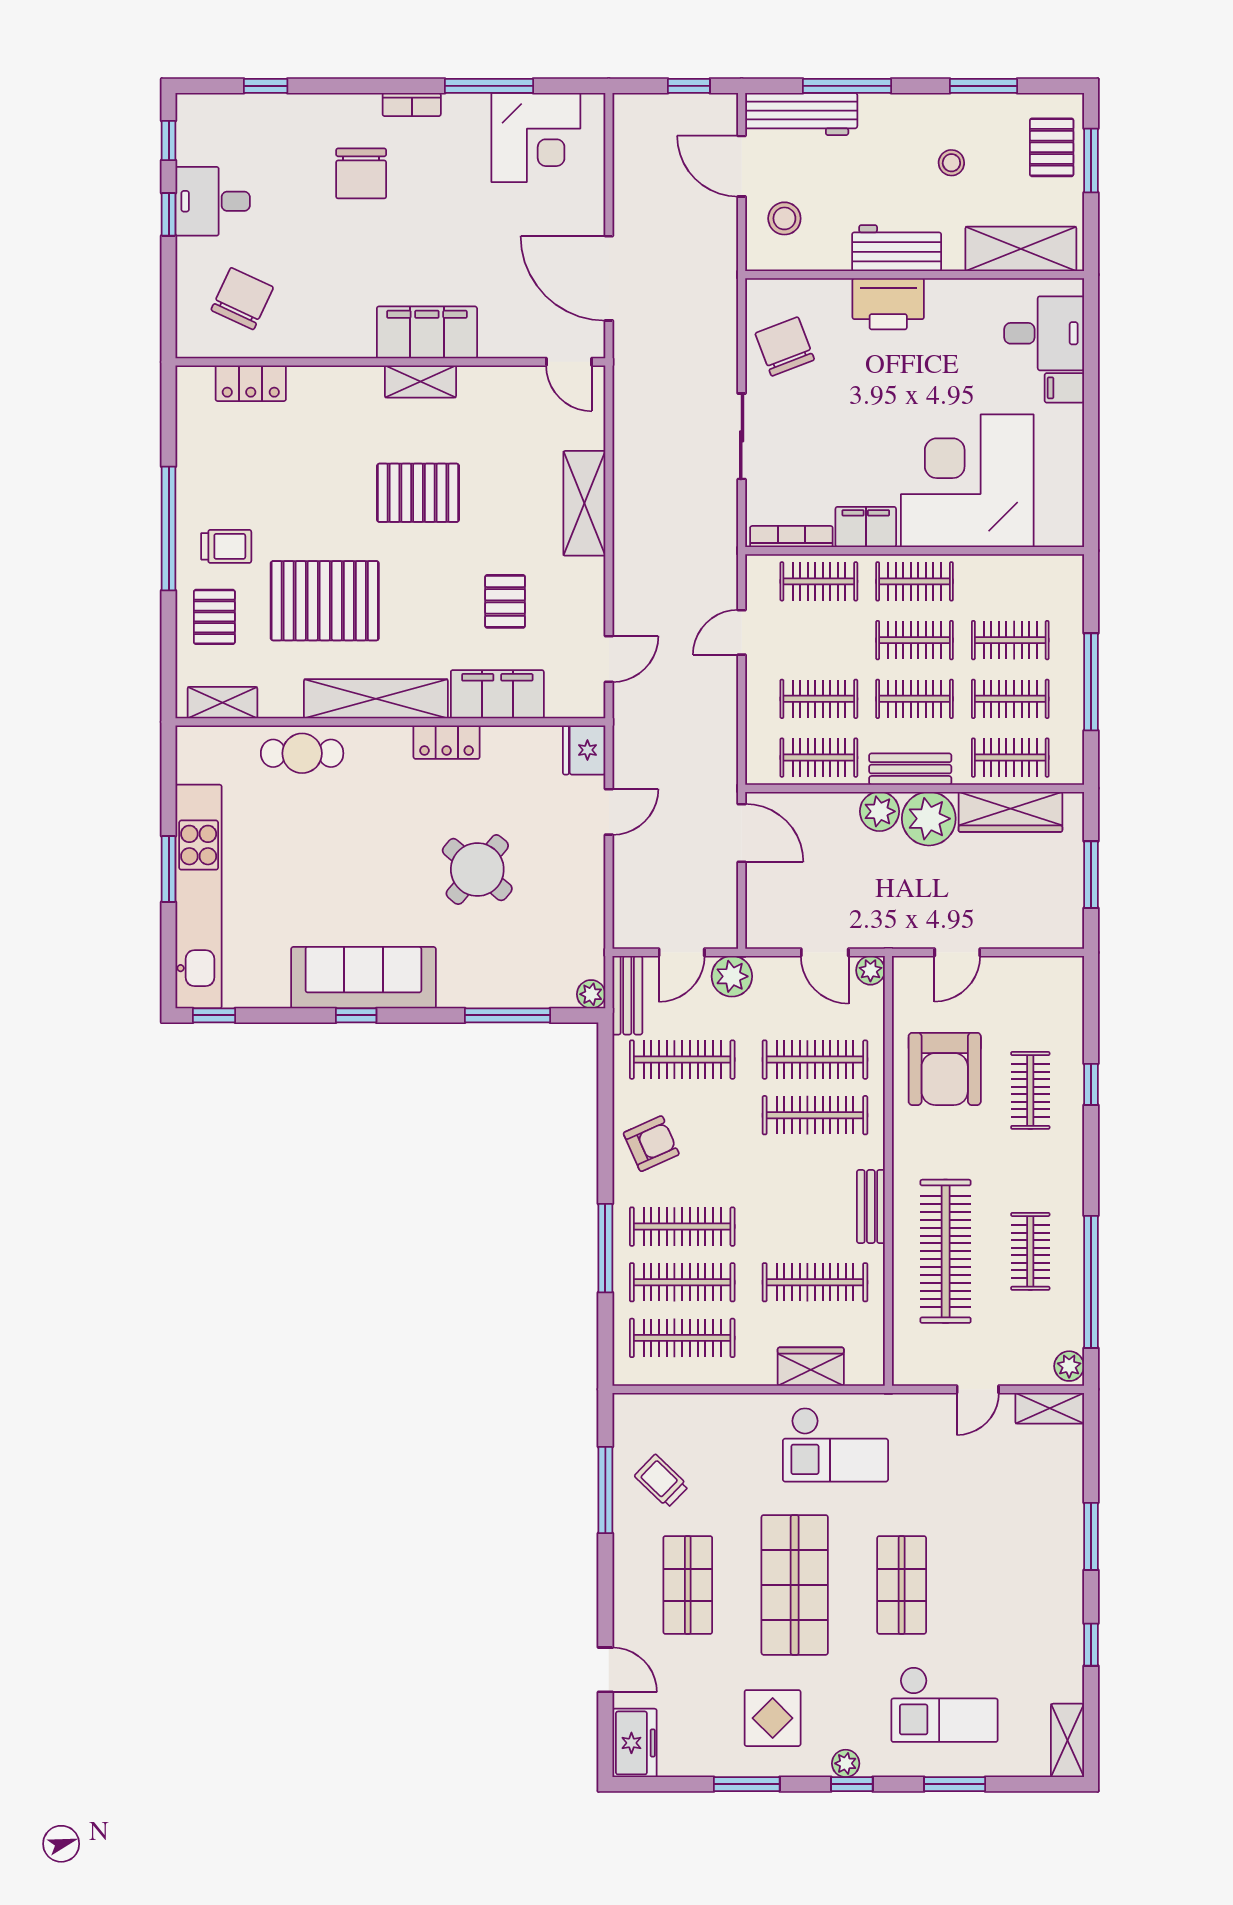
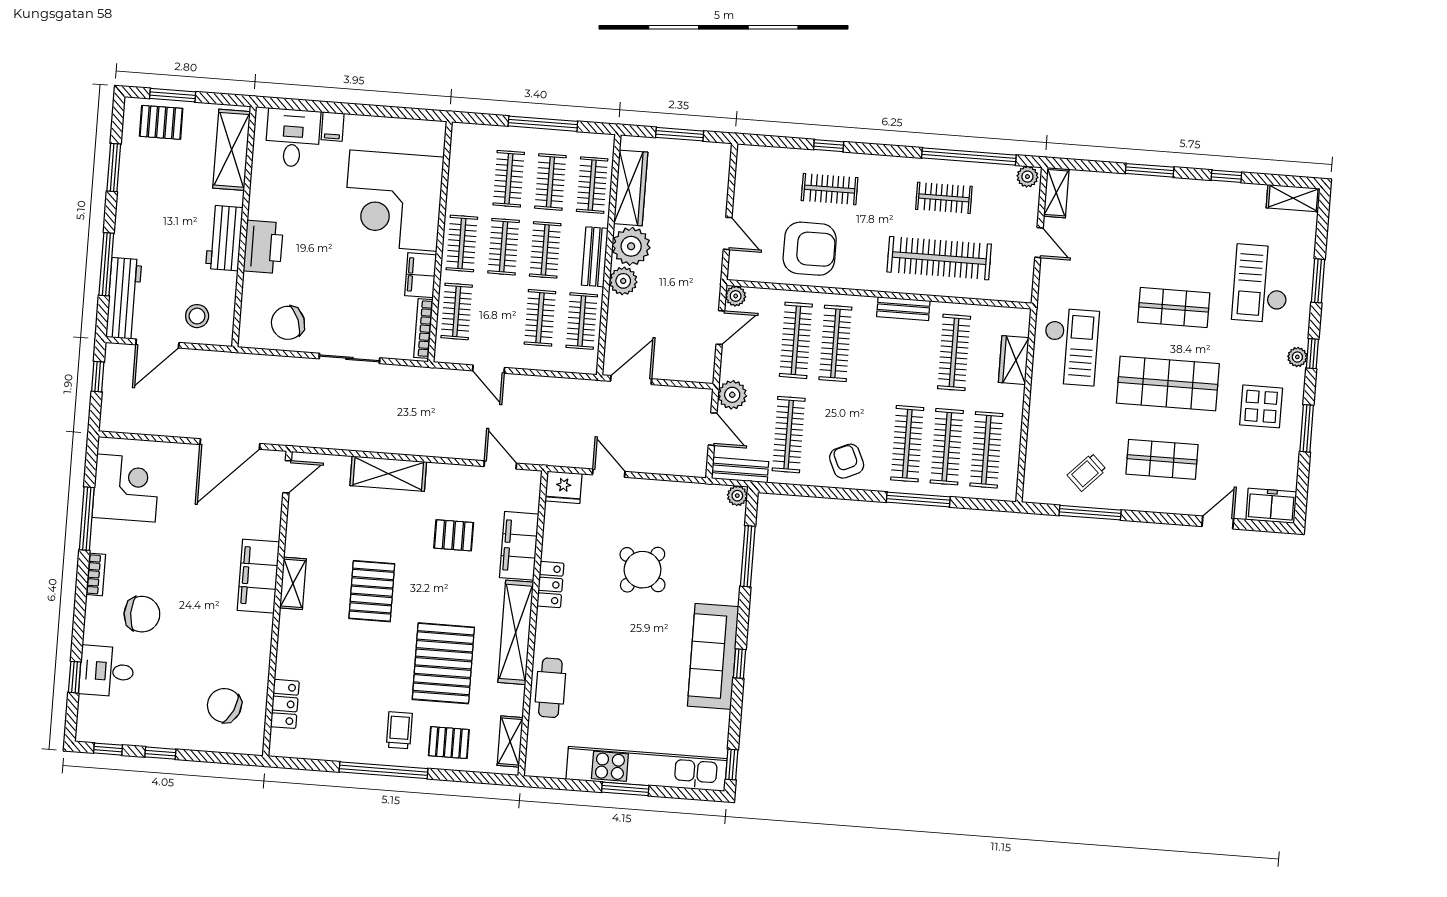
stool: (951, 163) -> (167, 194), removed
desk: (213, 201) -> (107, 671), moved, turned 90
checkout: (945, 1704) -> (1261, 284), turned 180

